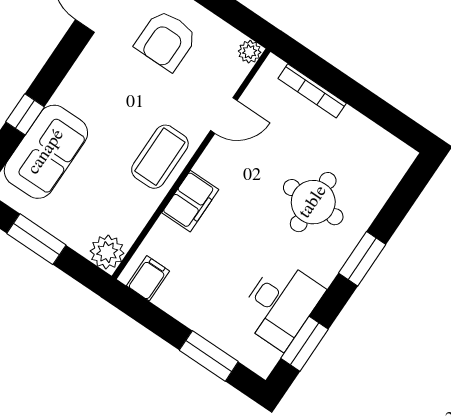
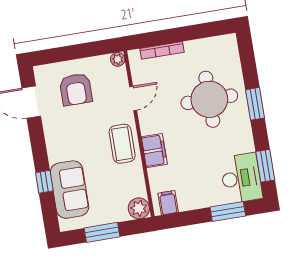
round table: (313, 202) -> (209, 99), width x1.36, depth x1.36
desk: (280, 304) -> (241, 178), moved

